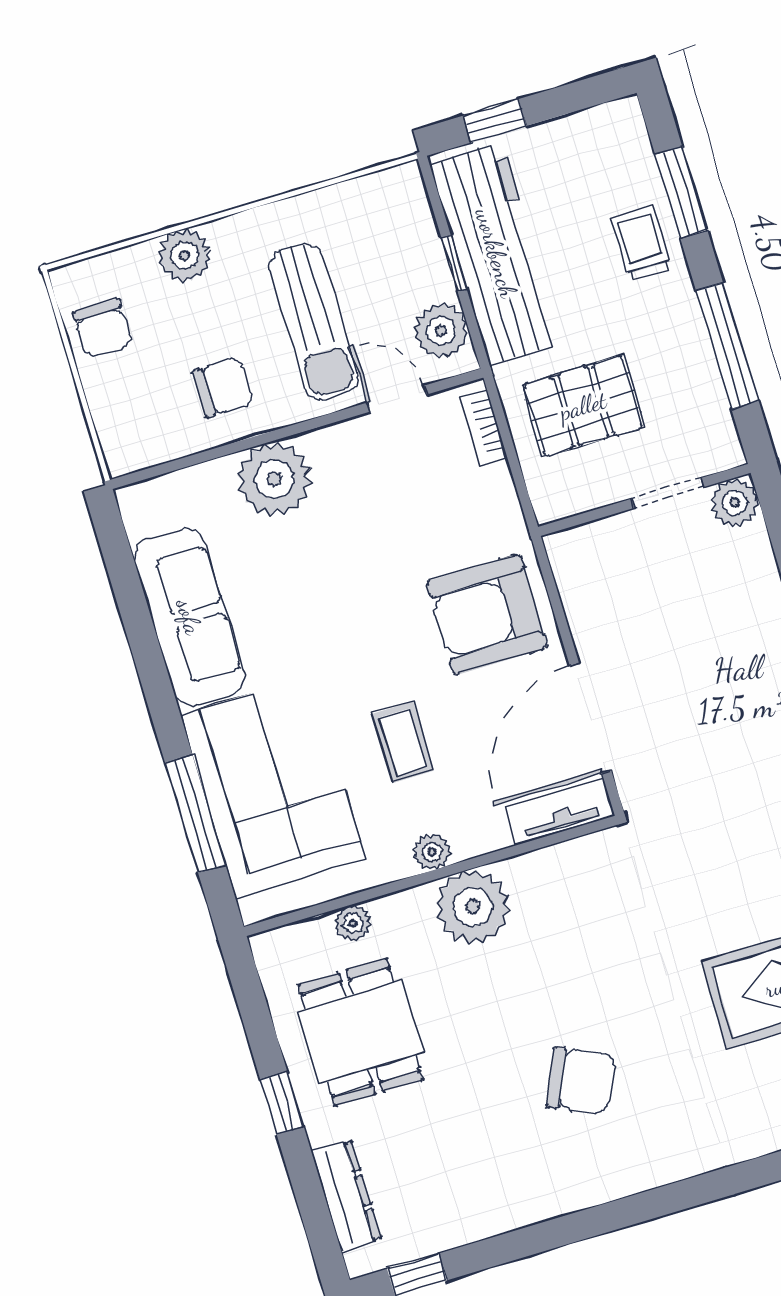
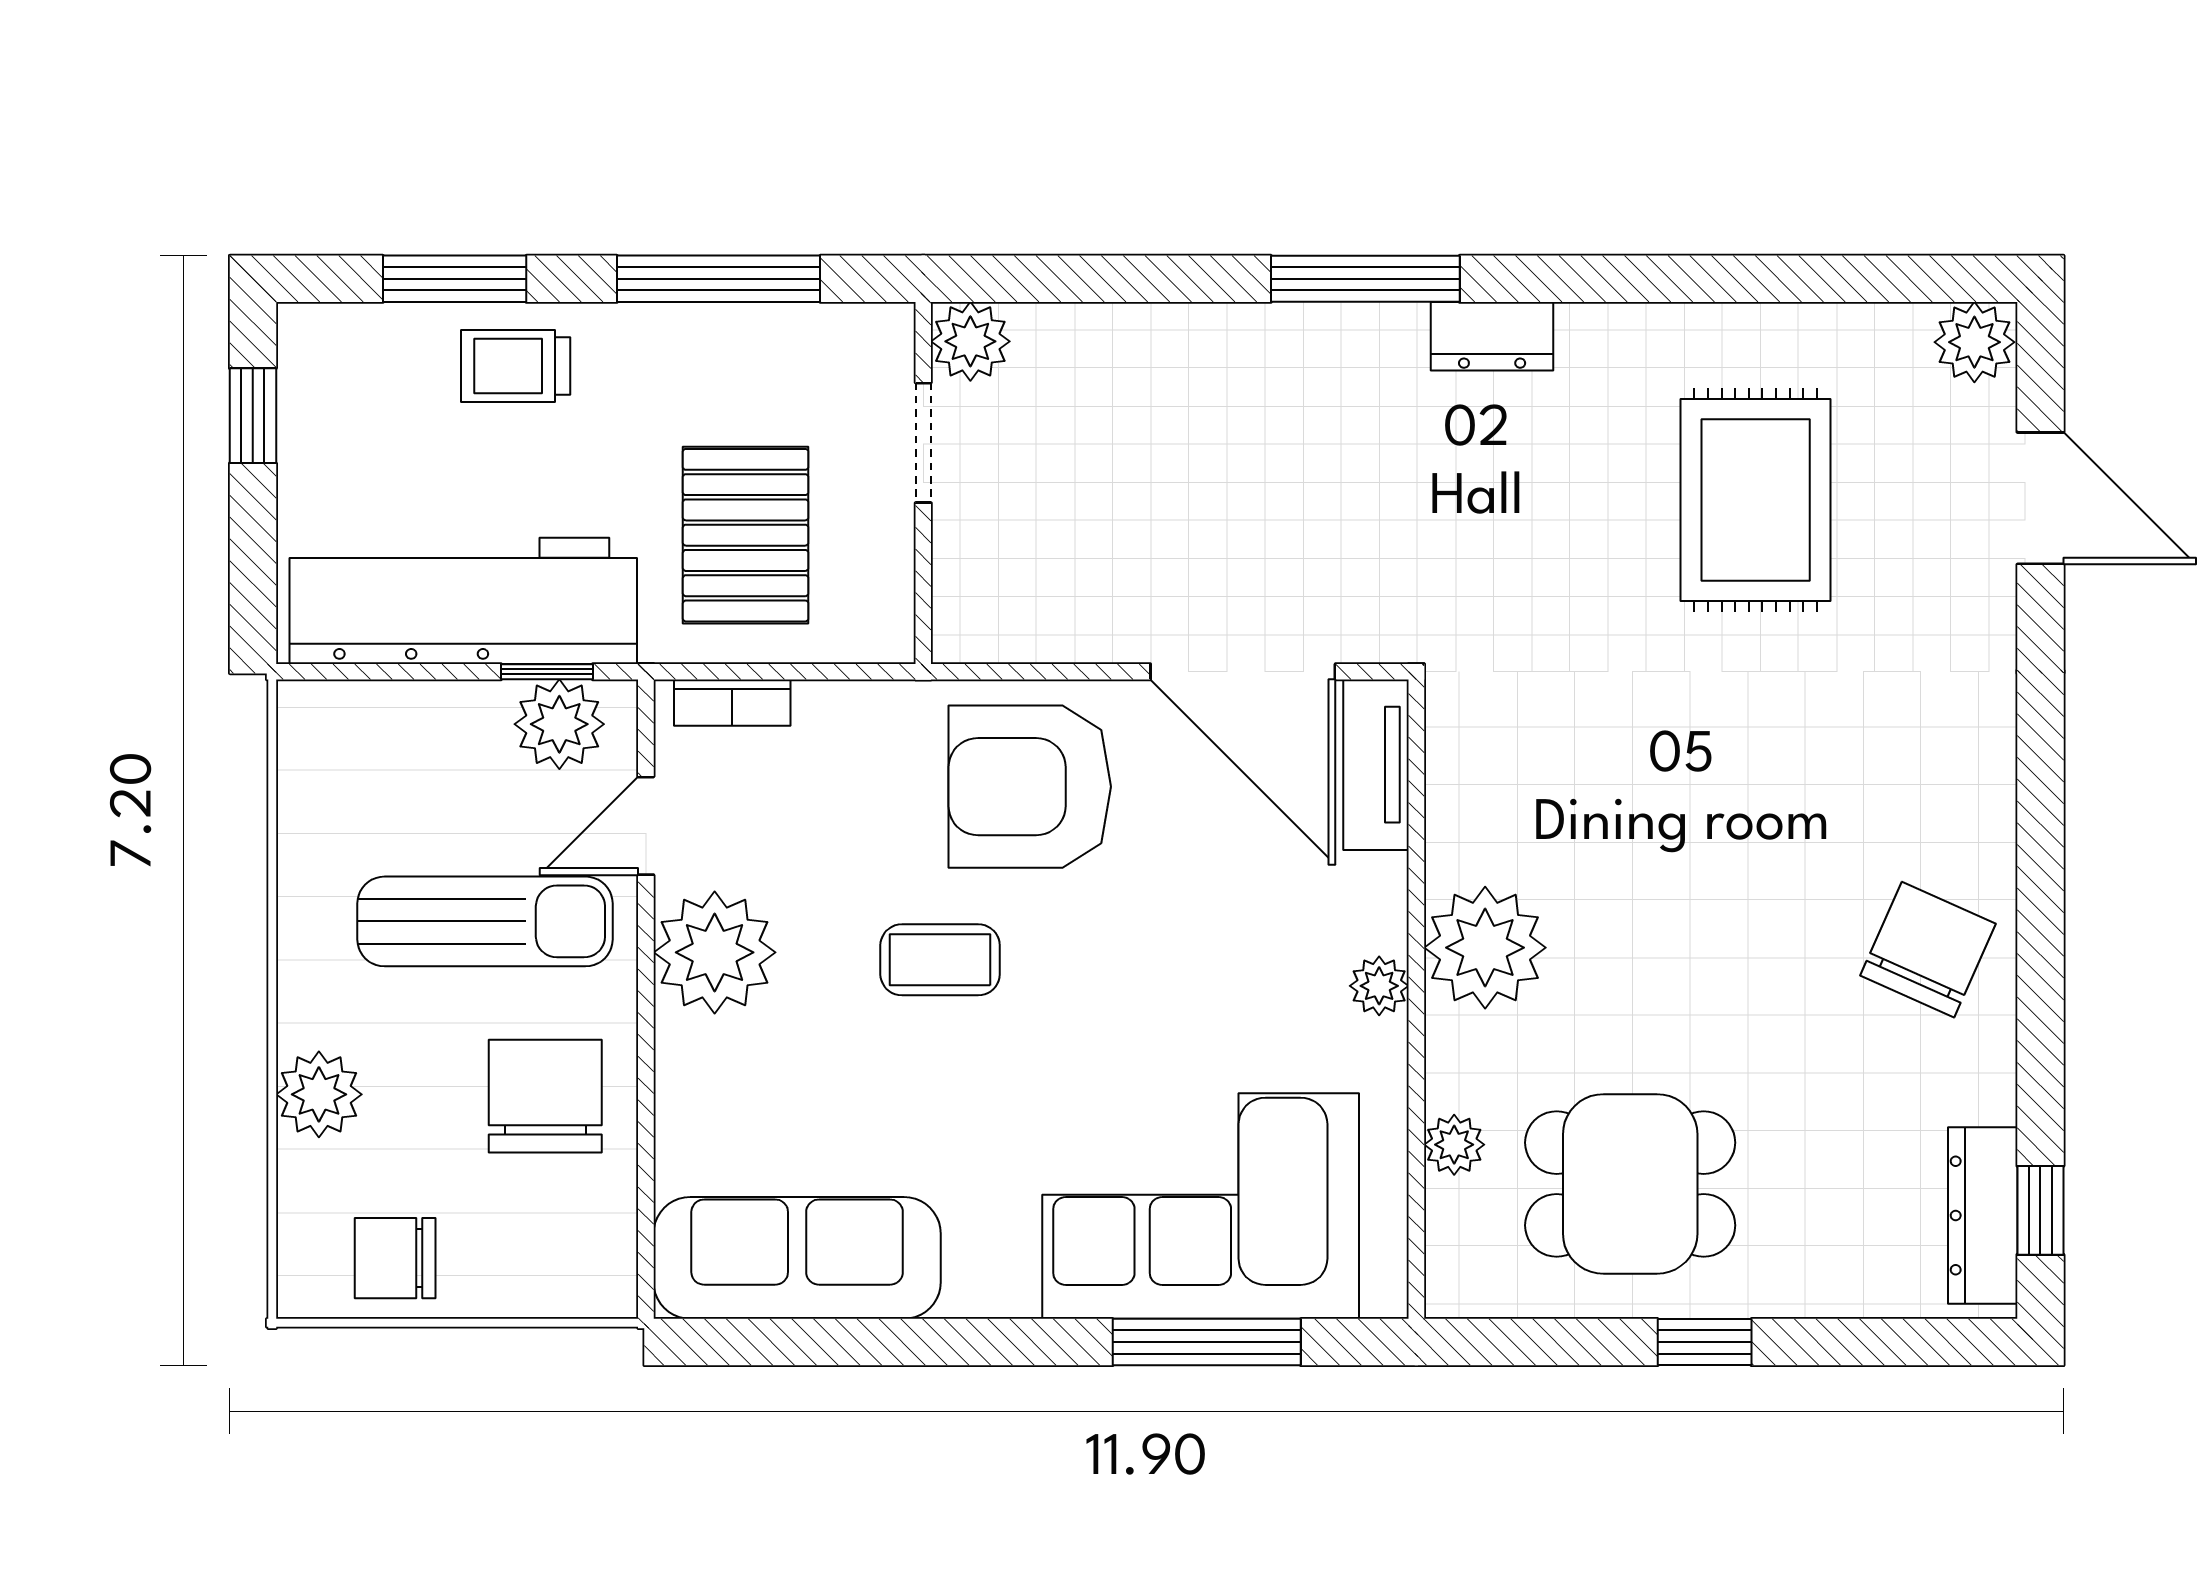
window: (495, 121) -> (253, 416), moved
window: (454, 263) -> (547, 672), moved
chair: (103, 328) -> (395, 1258), turned 180
chair: (223, 387) -> (545, 1096), width x1.37, depth x1.37
plant: (274, 479) -> (715, 952), moved
armchair: (487, 615) -> (1030, 787), turned 90
sofa: (189, 617) -> (797, 1258), moved
coffee table: (403, 742) -> (940, 960), moved
chair: (581, 1081) -> (1928, 950), moved
dresser: (346, 1196) -> (1983, 1215), moved, turned -90

